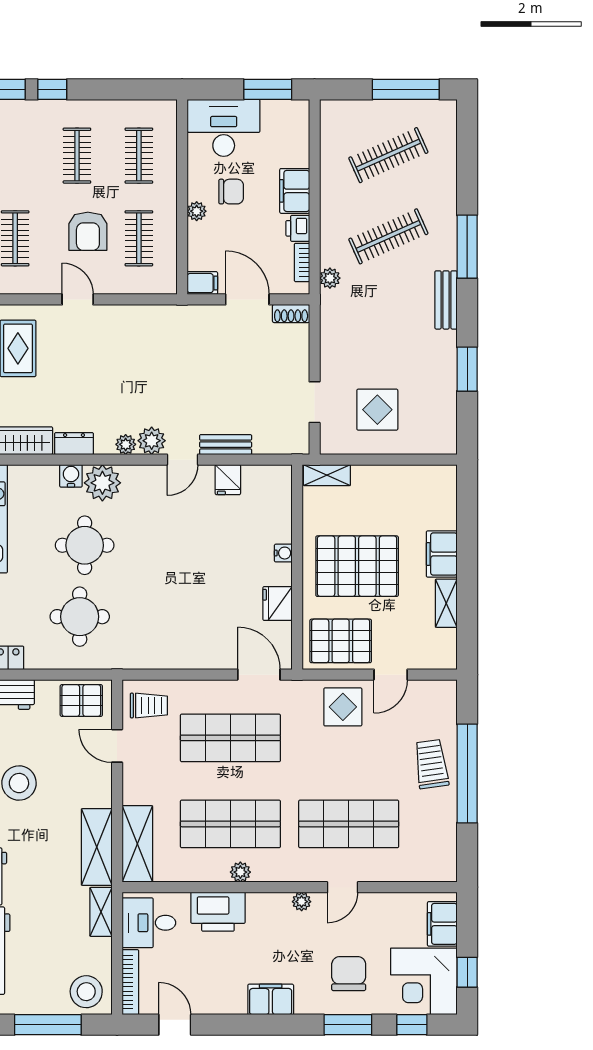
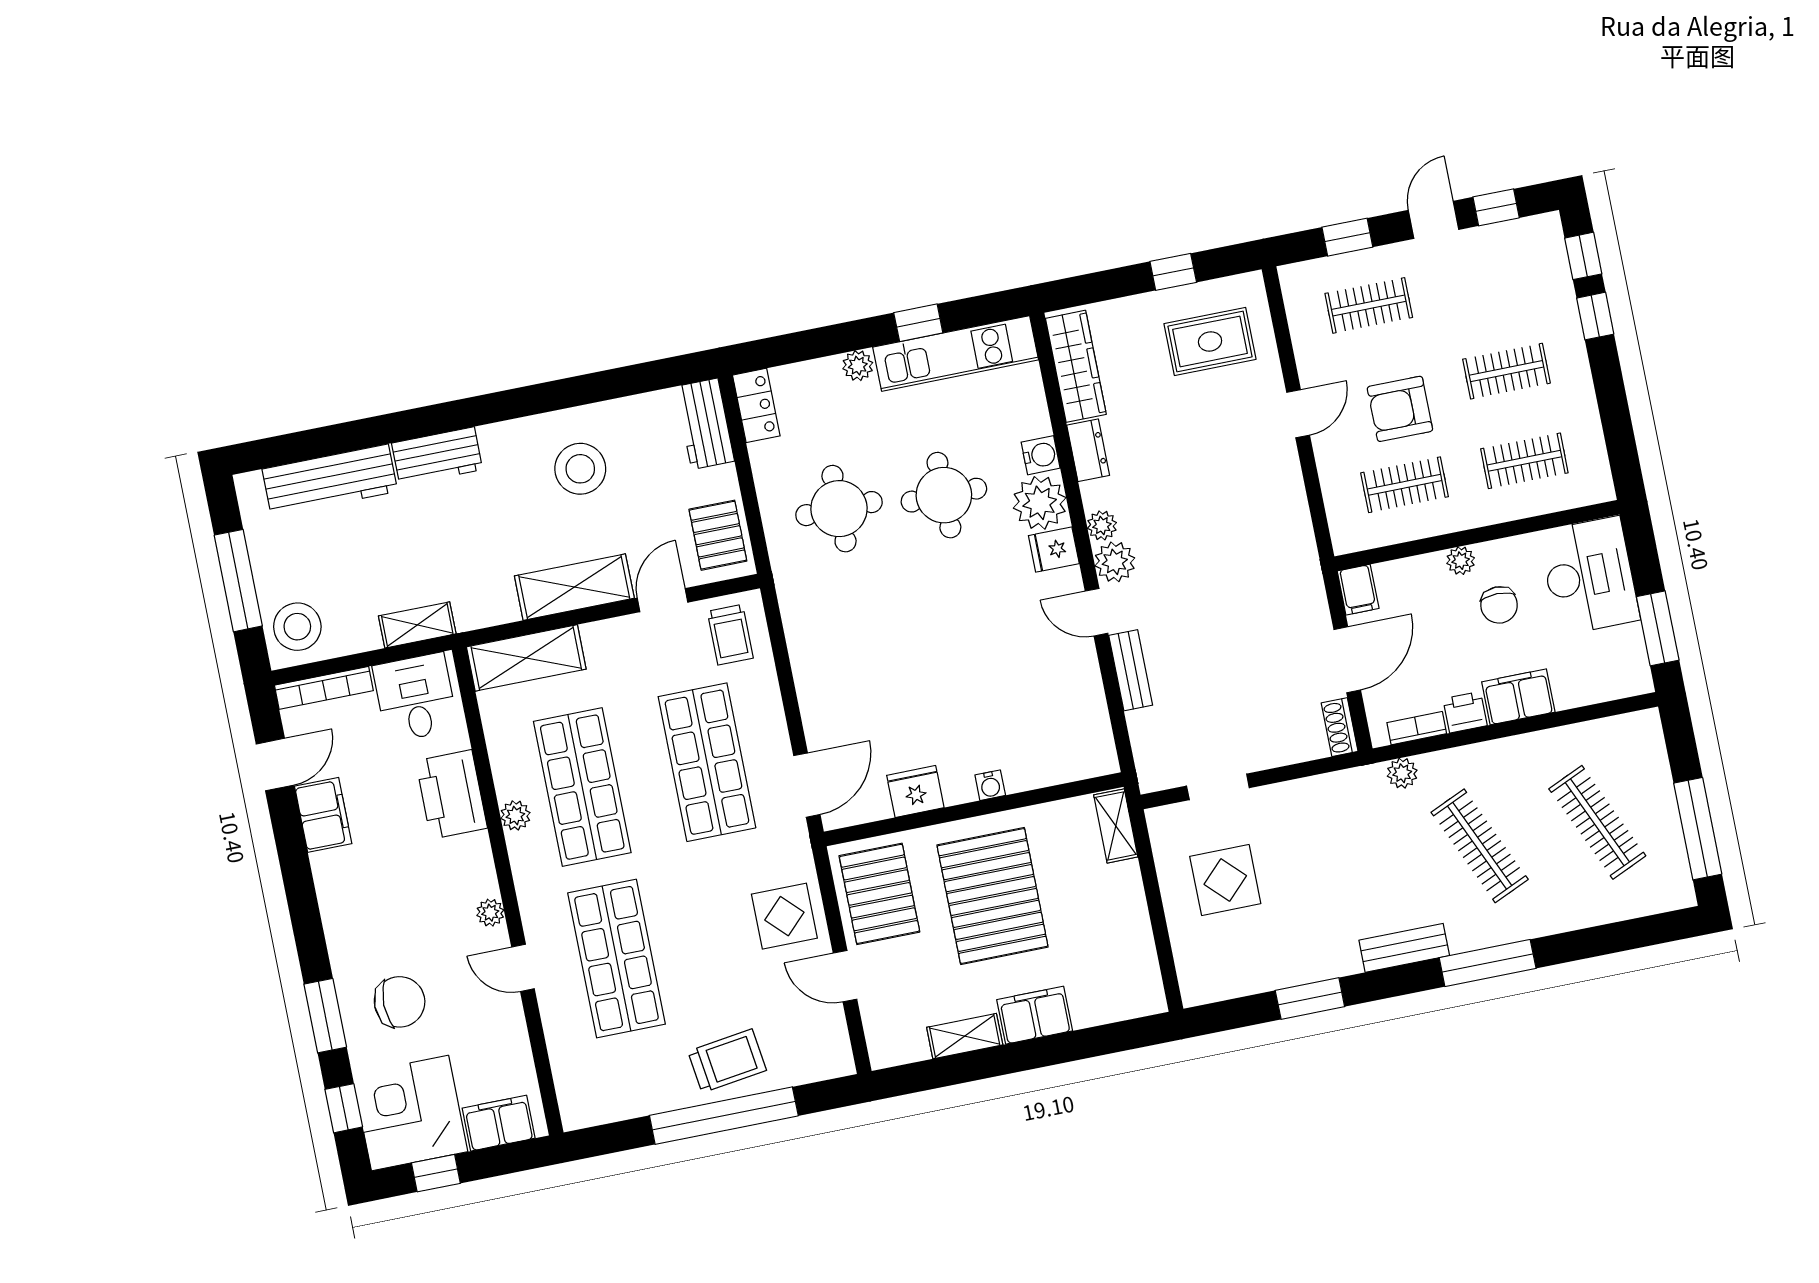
fridge: (228, 480) -> (1054, 550), moved
shelving: (97, 847) -> (574, 587), moved
filing cabinet: (271, 999) -> (323, 815), moved

